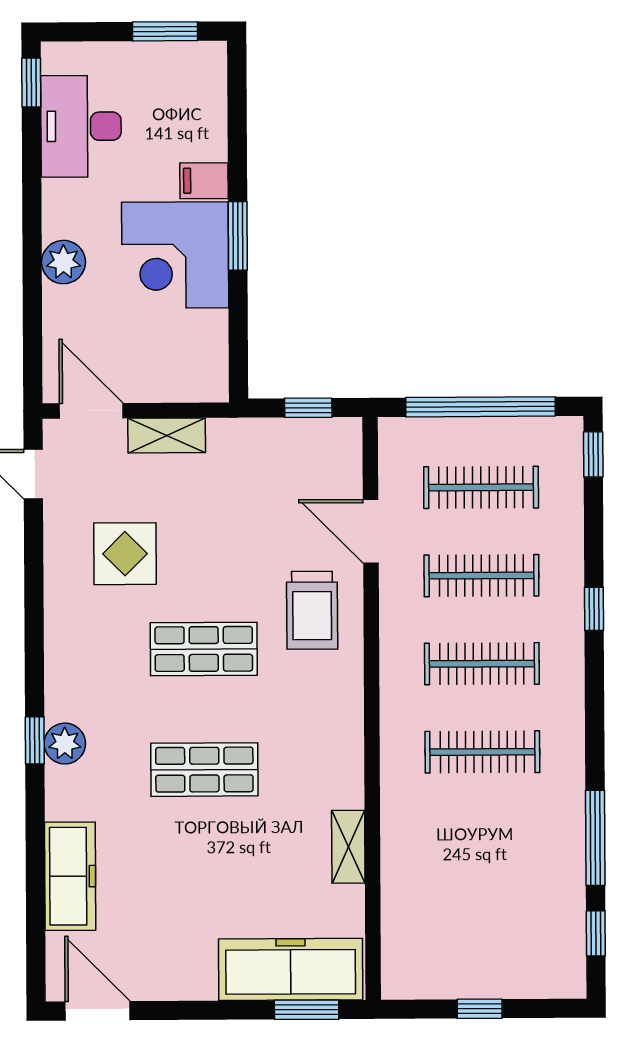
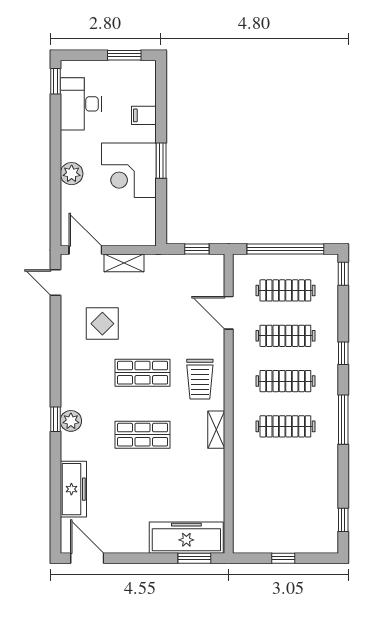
filing cabinet: (204, 181) -> (144, 115), moved
trolley: (312, 610) -> (200, 379), moved
window: (595, 838) -> (343, 420), moved
shelving: (348, 847) -> (216, 430), moved

